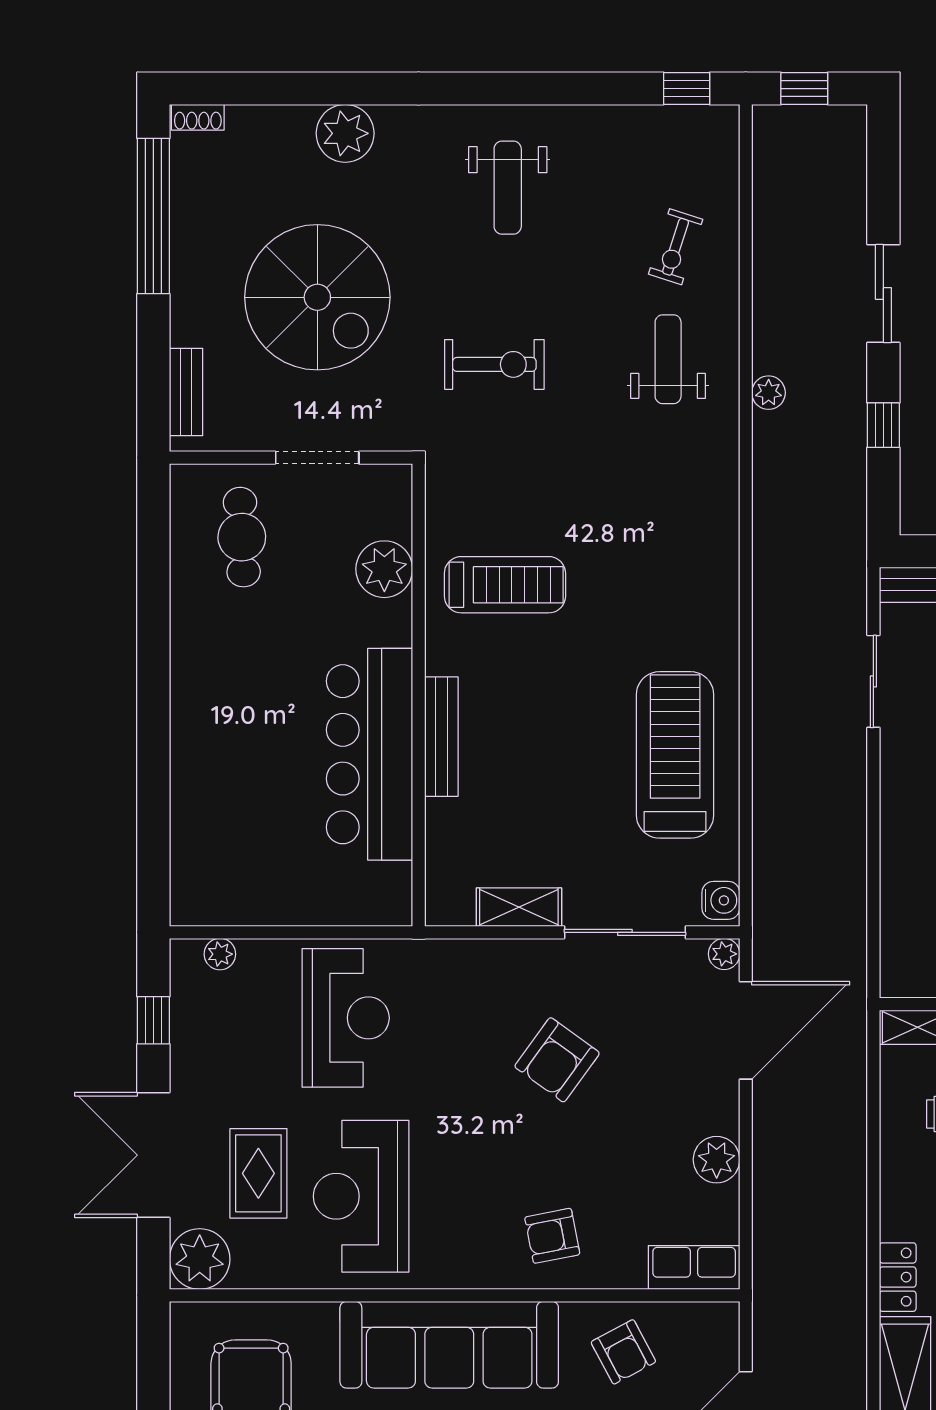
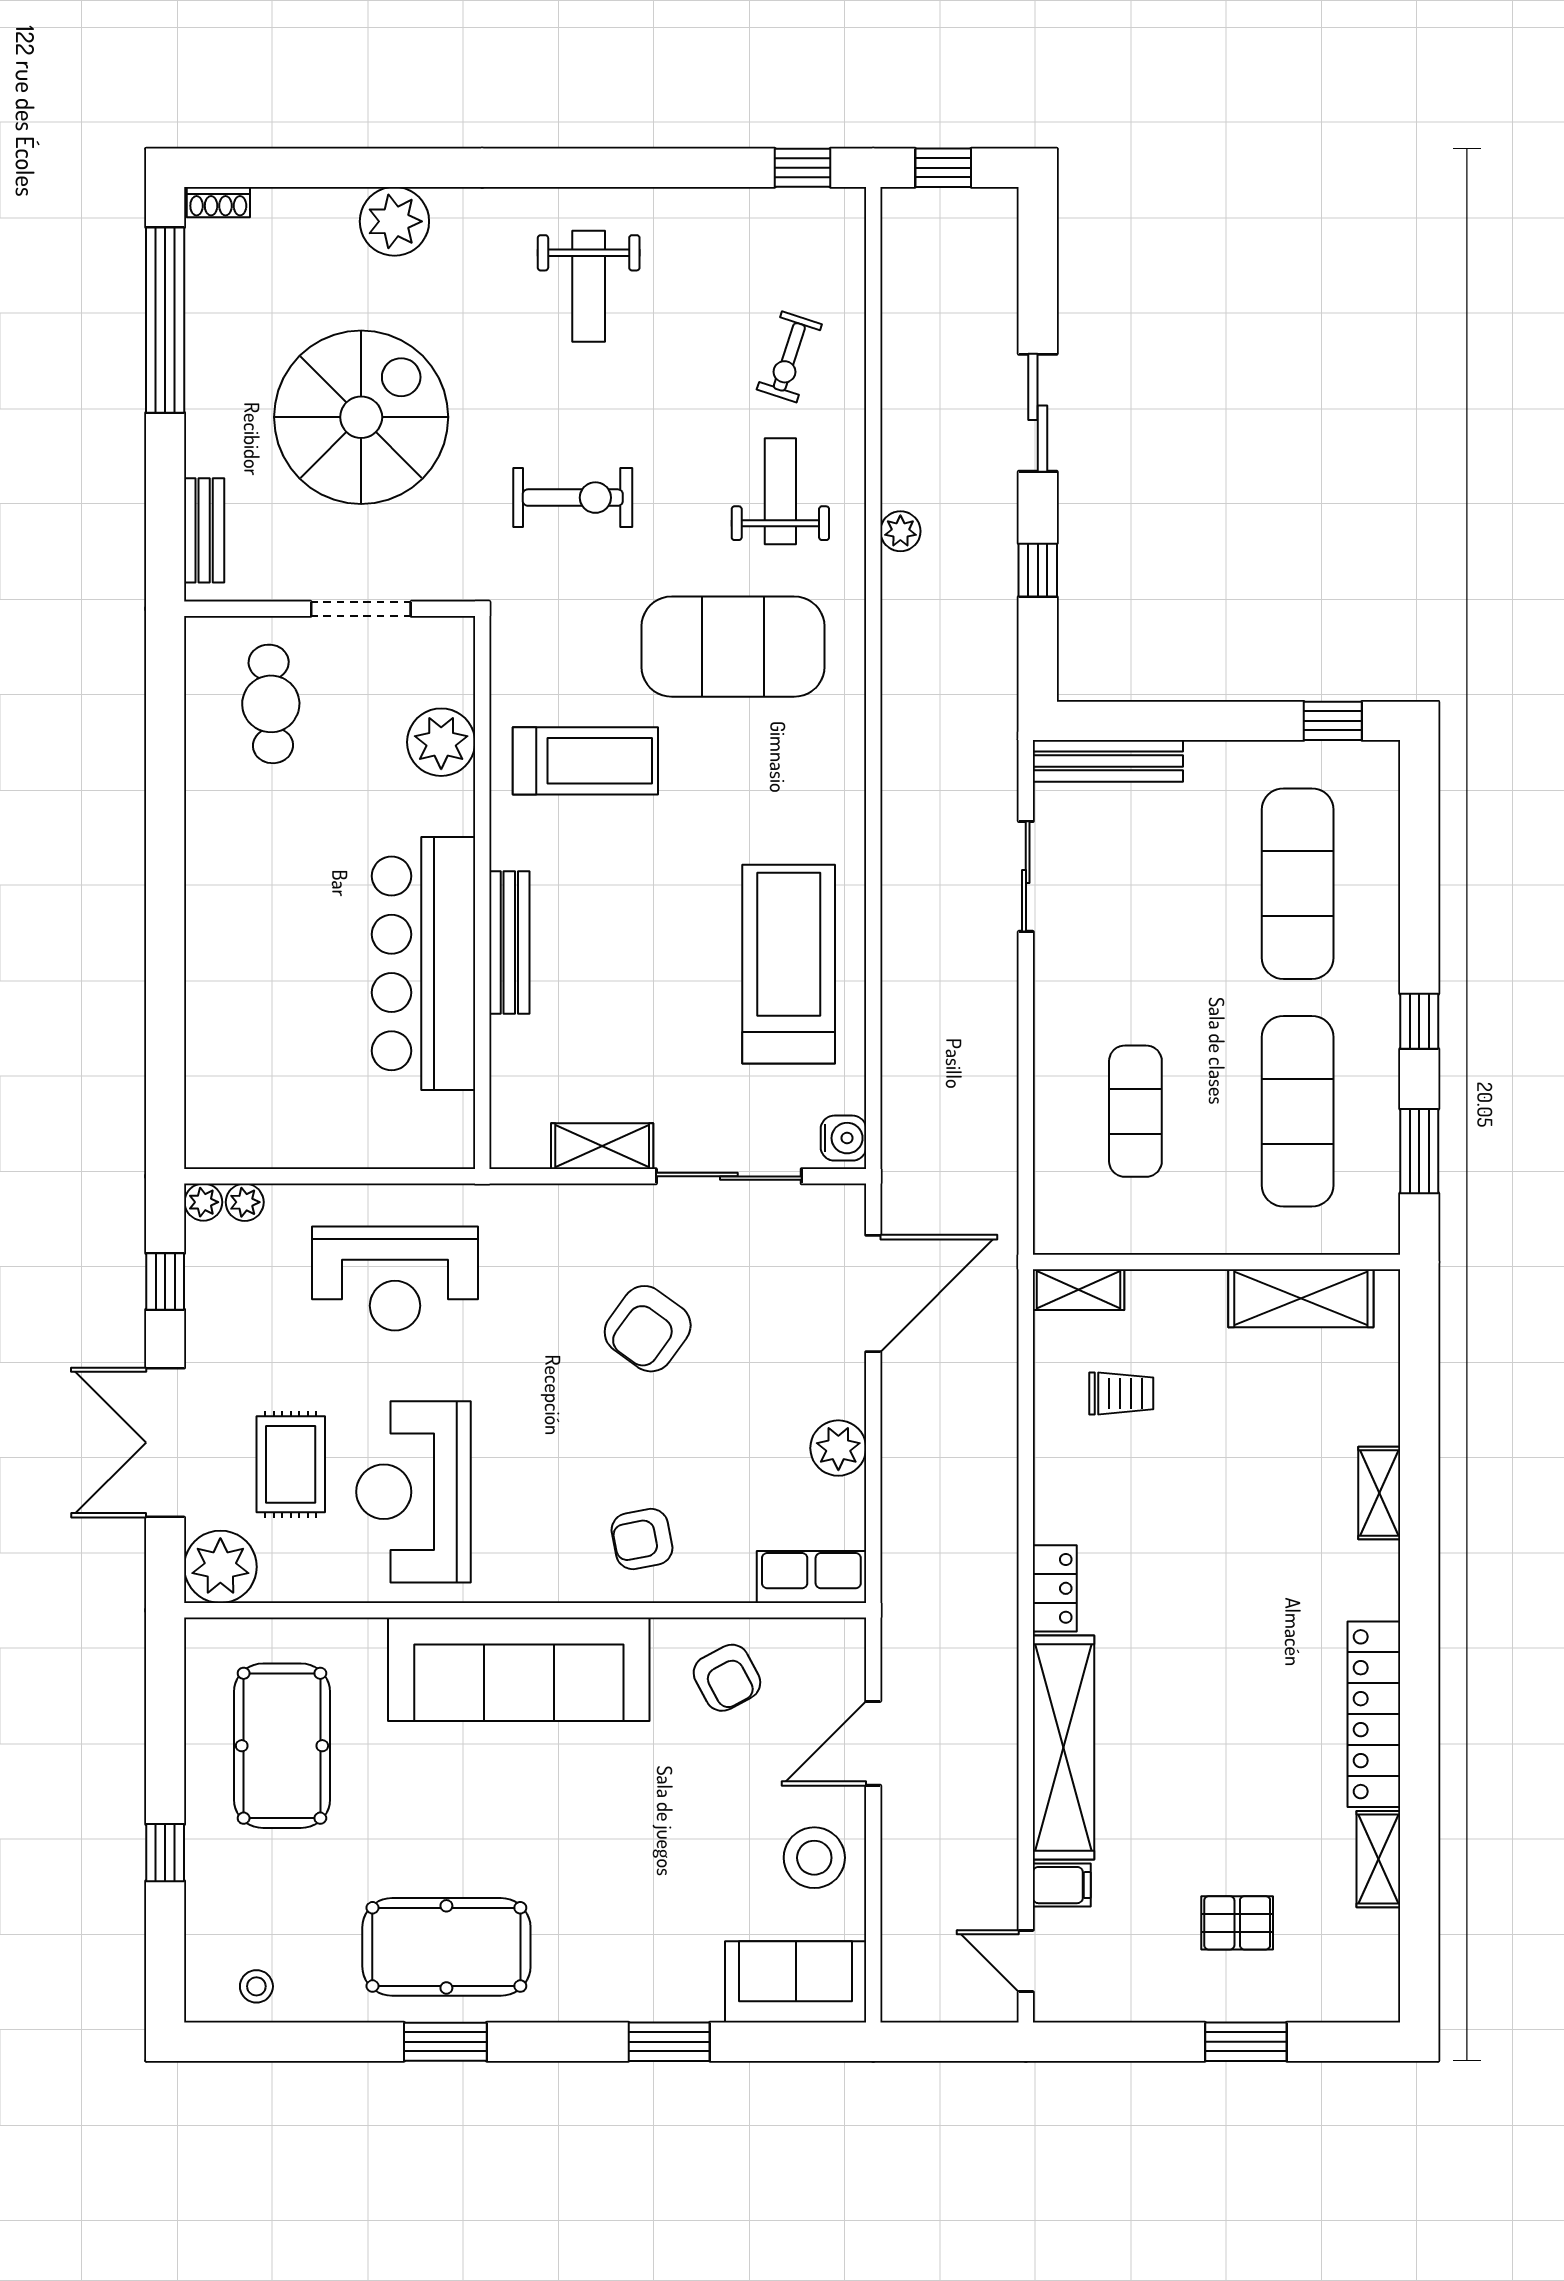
spiral stairs: (317, 297) -> (361, 417), turned -90
exercise mat: (628, 489) -> (733, 647), added
plant: (724, 954) -> (203, 1202), moved
reception desk: (346, 1018) -> (395, 1279), turned 90

